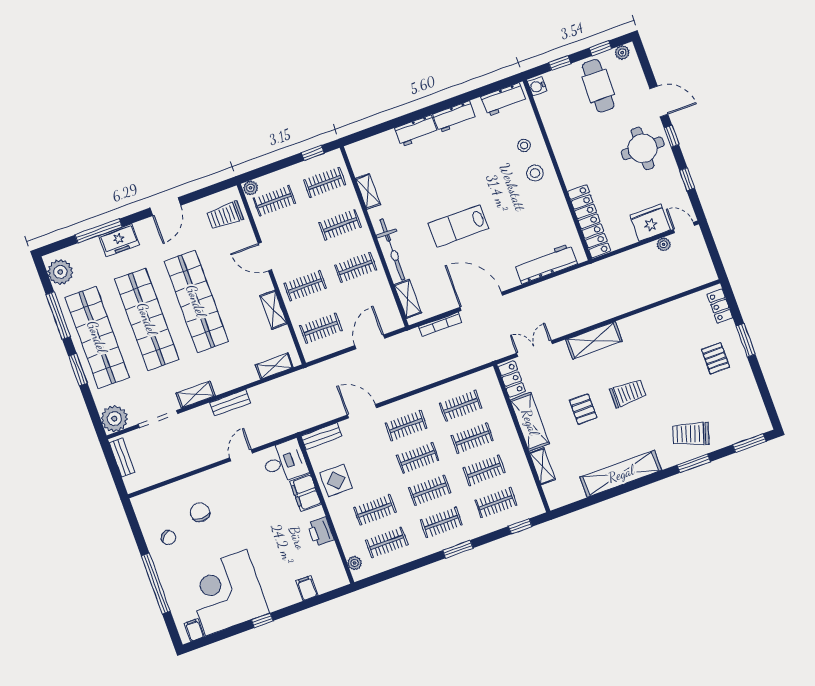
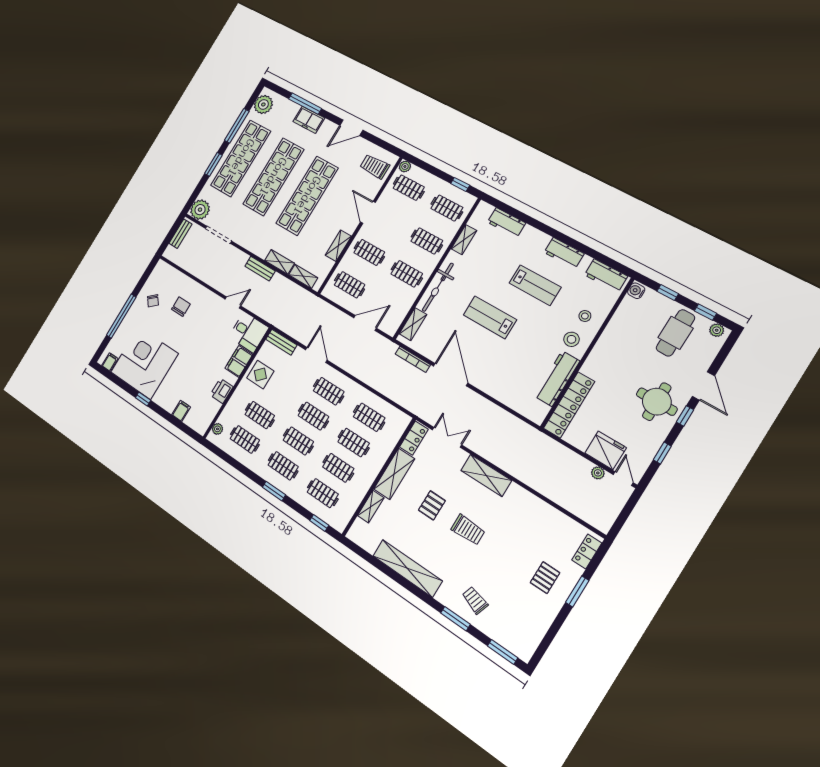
workbench: (416, 131) -> (506, 223), moved
lab bench: (462, 164) -> (535, 285), added
workbench: (546, 264) -> (557, 379), moved, turned -90
shelving: (196, 394) -> (280, 262), moved
trolley: (691, 434) -> (475, 600), width x0.73, depth x0.72

